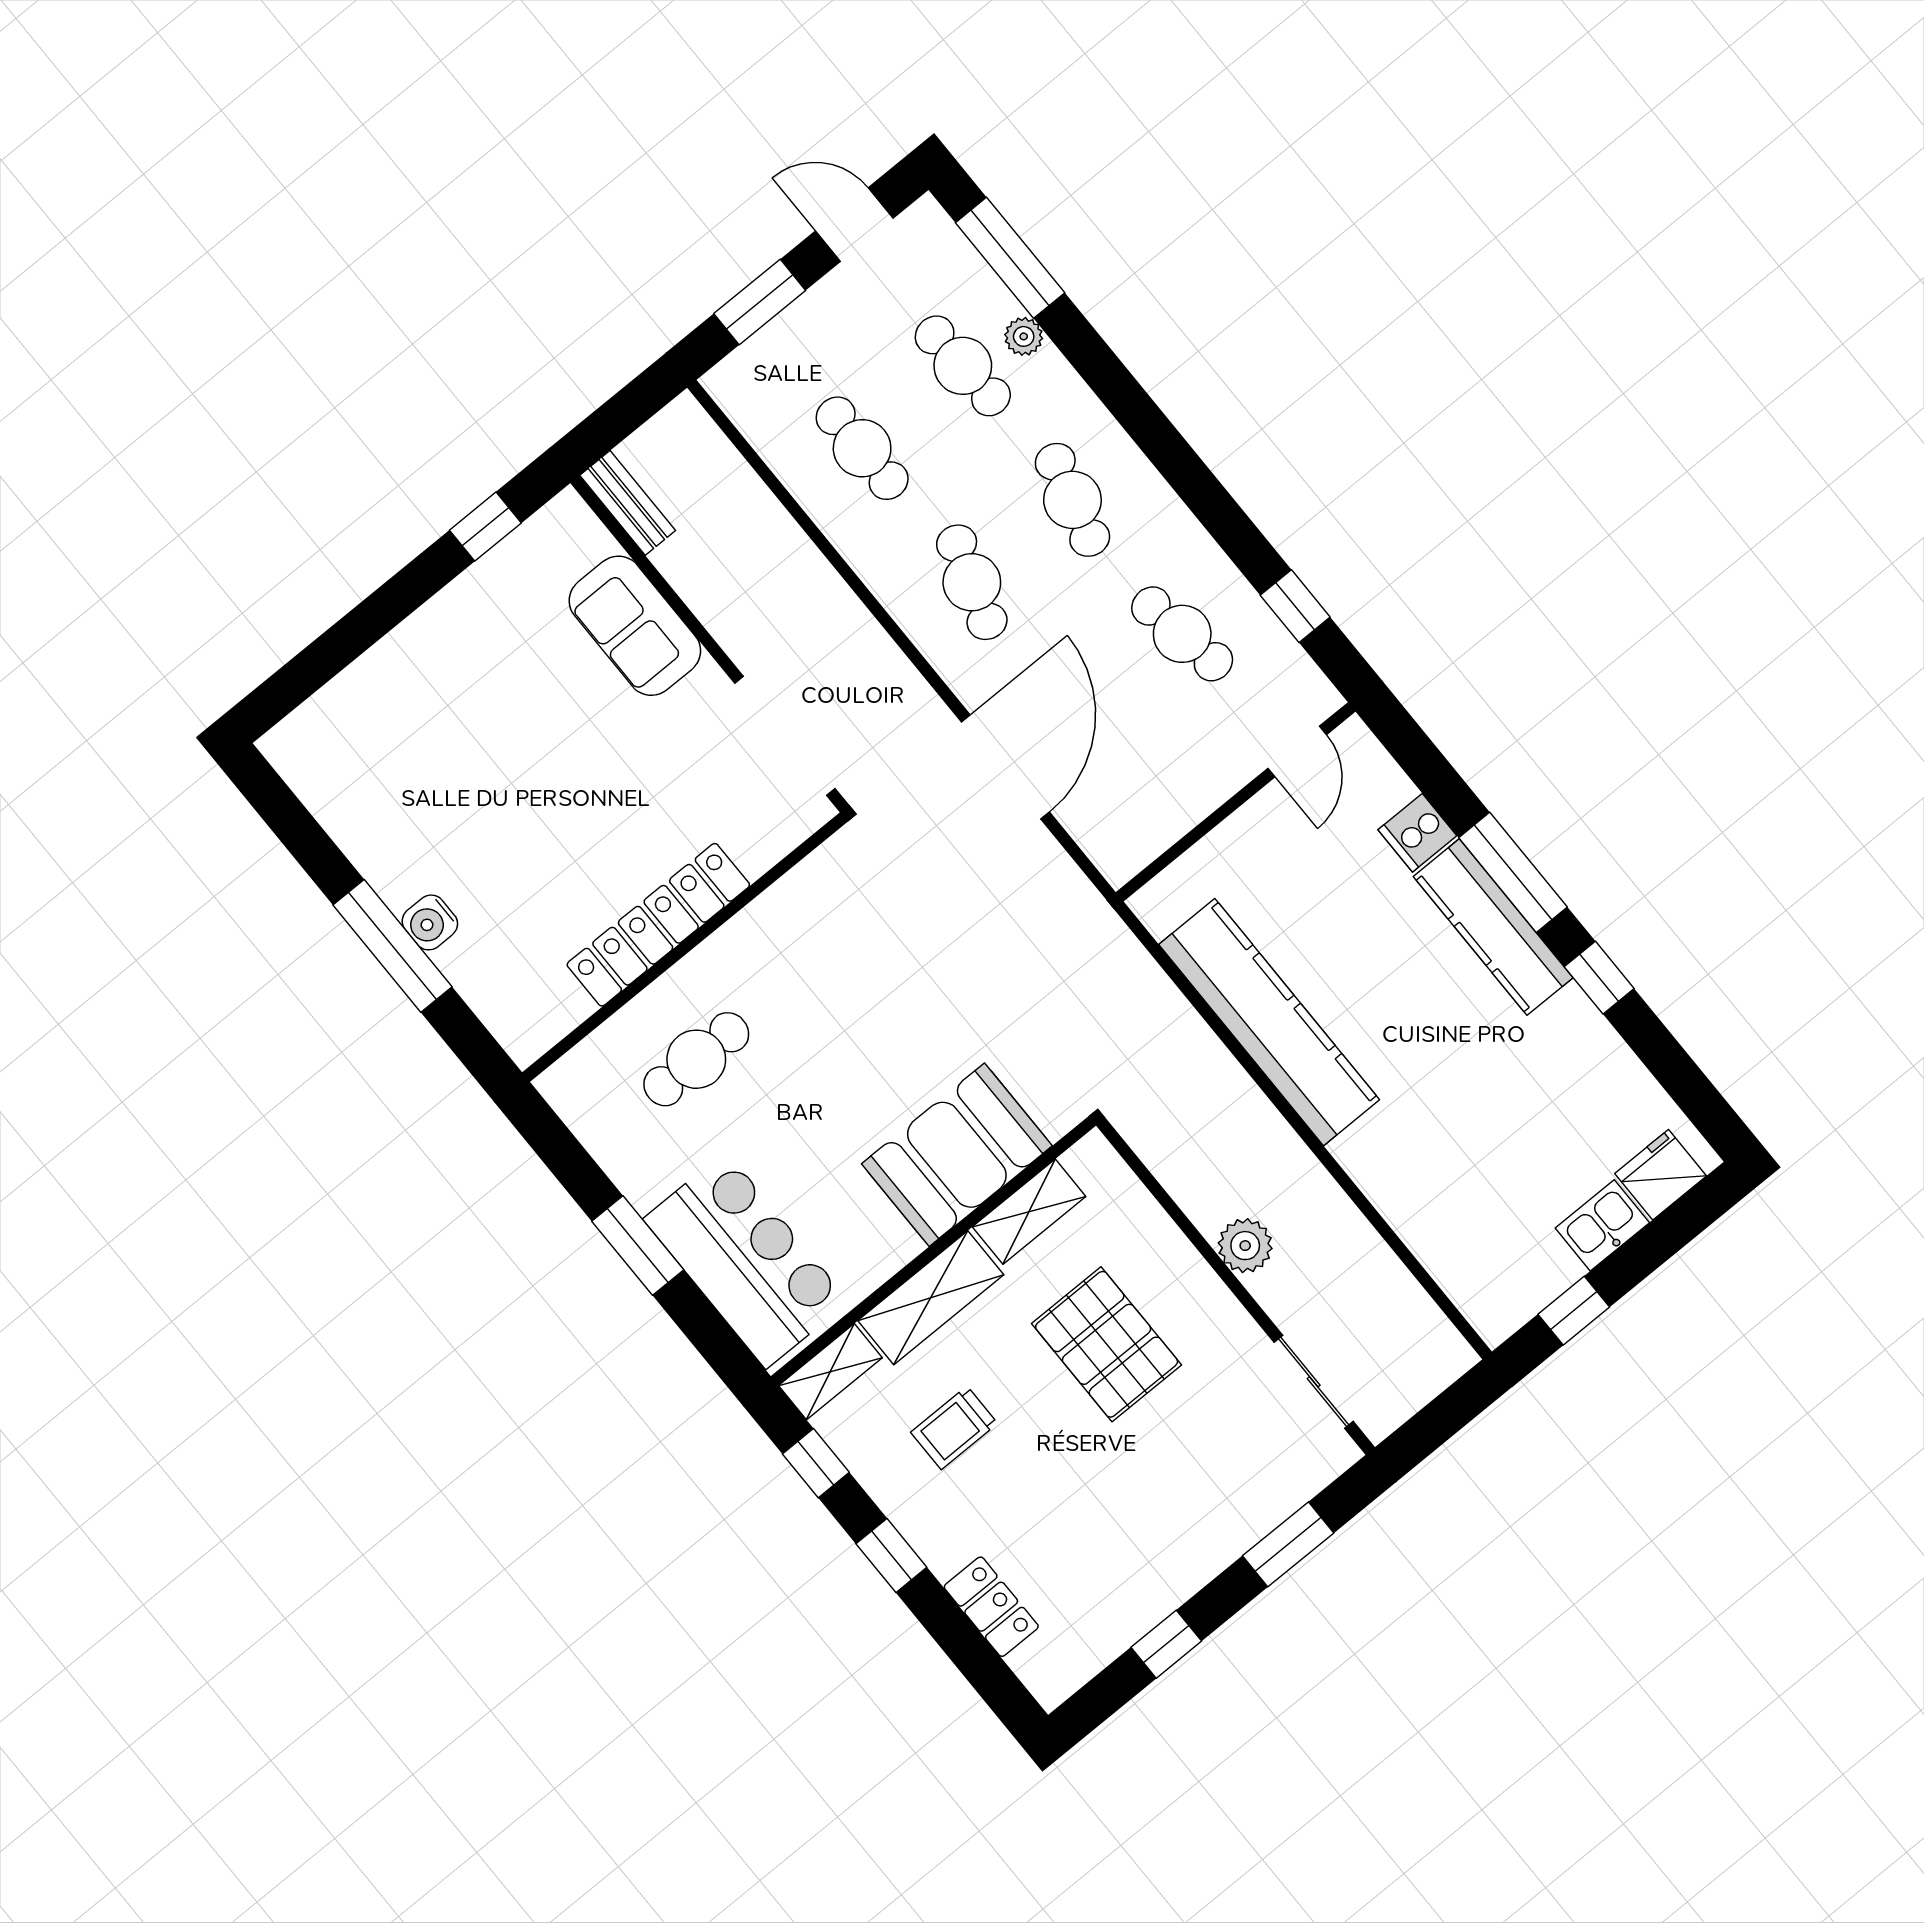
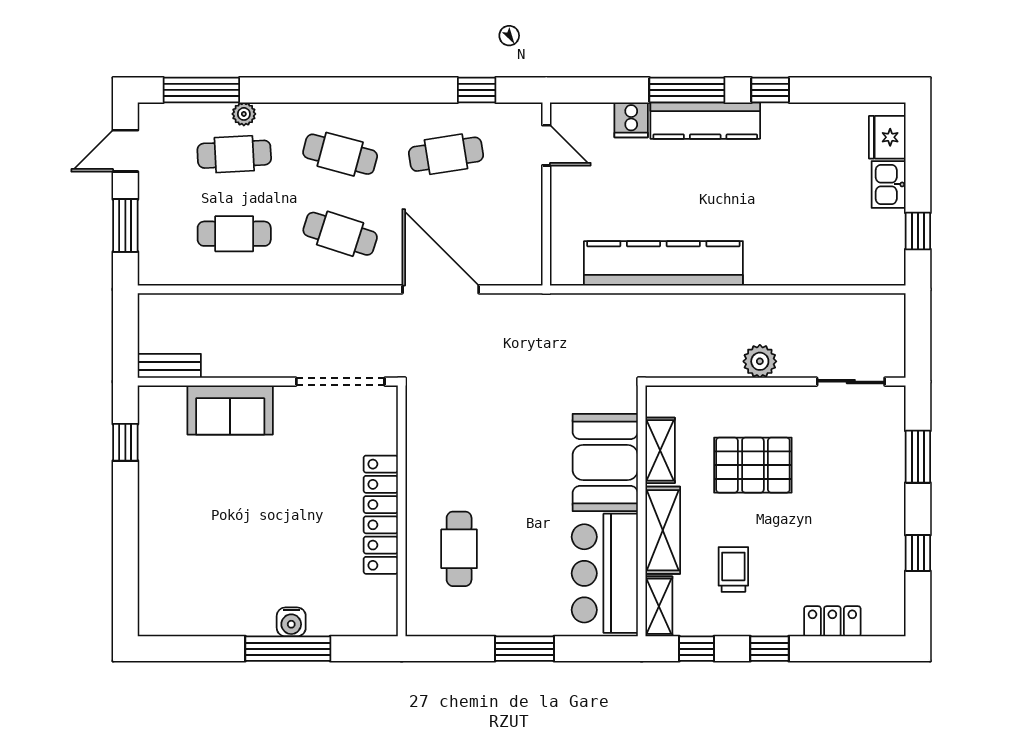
bar counter: (746, 1260) -> (605, 573), moved, turned -90
trolley: (954, 1428) -> (733, 570), turned 180

